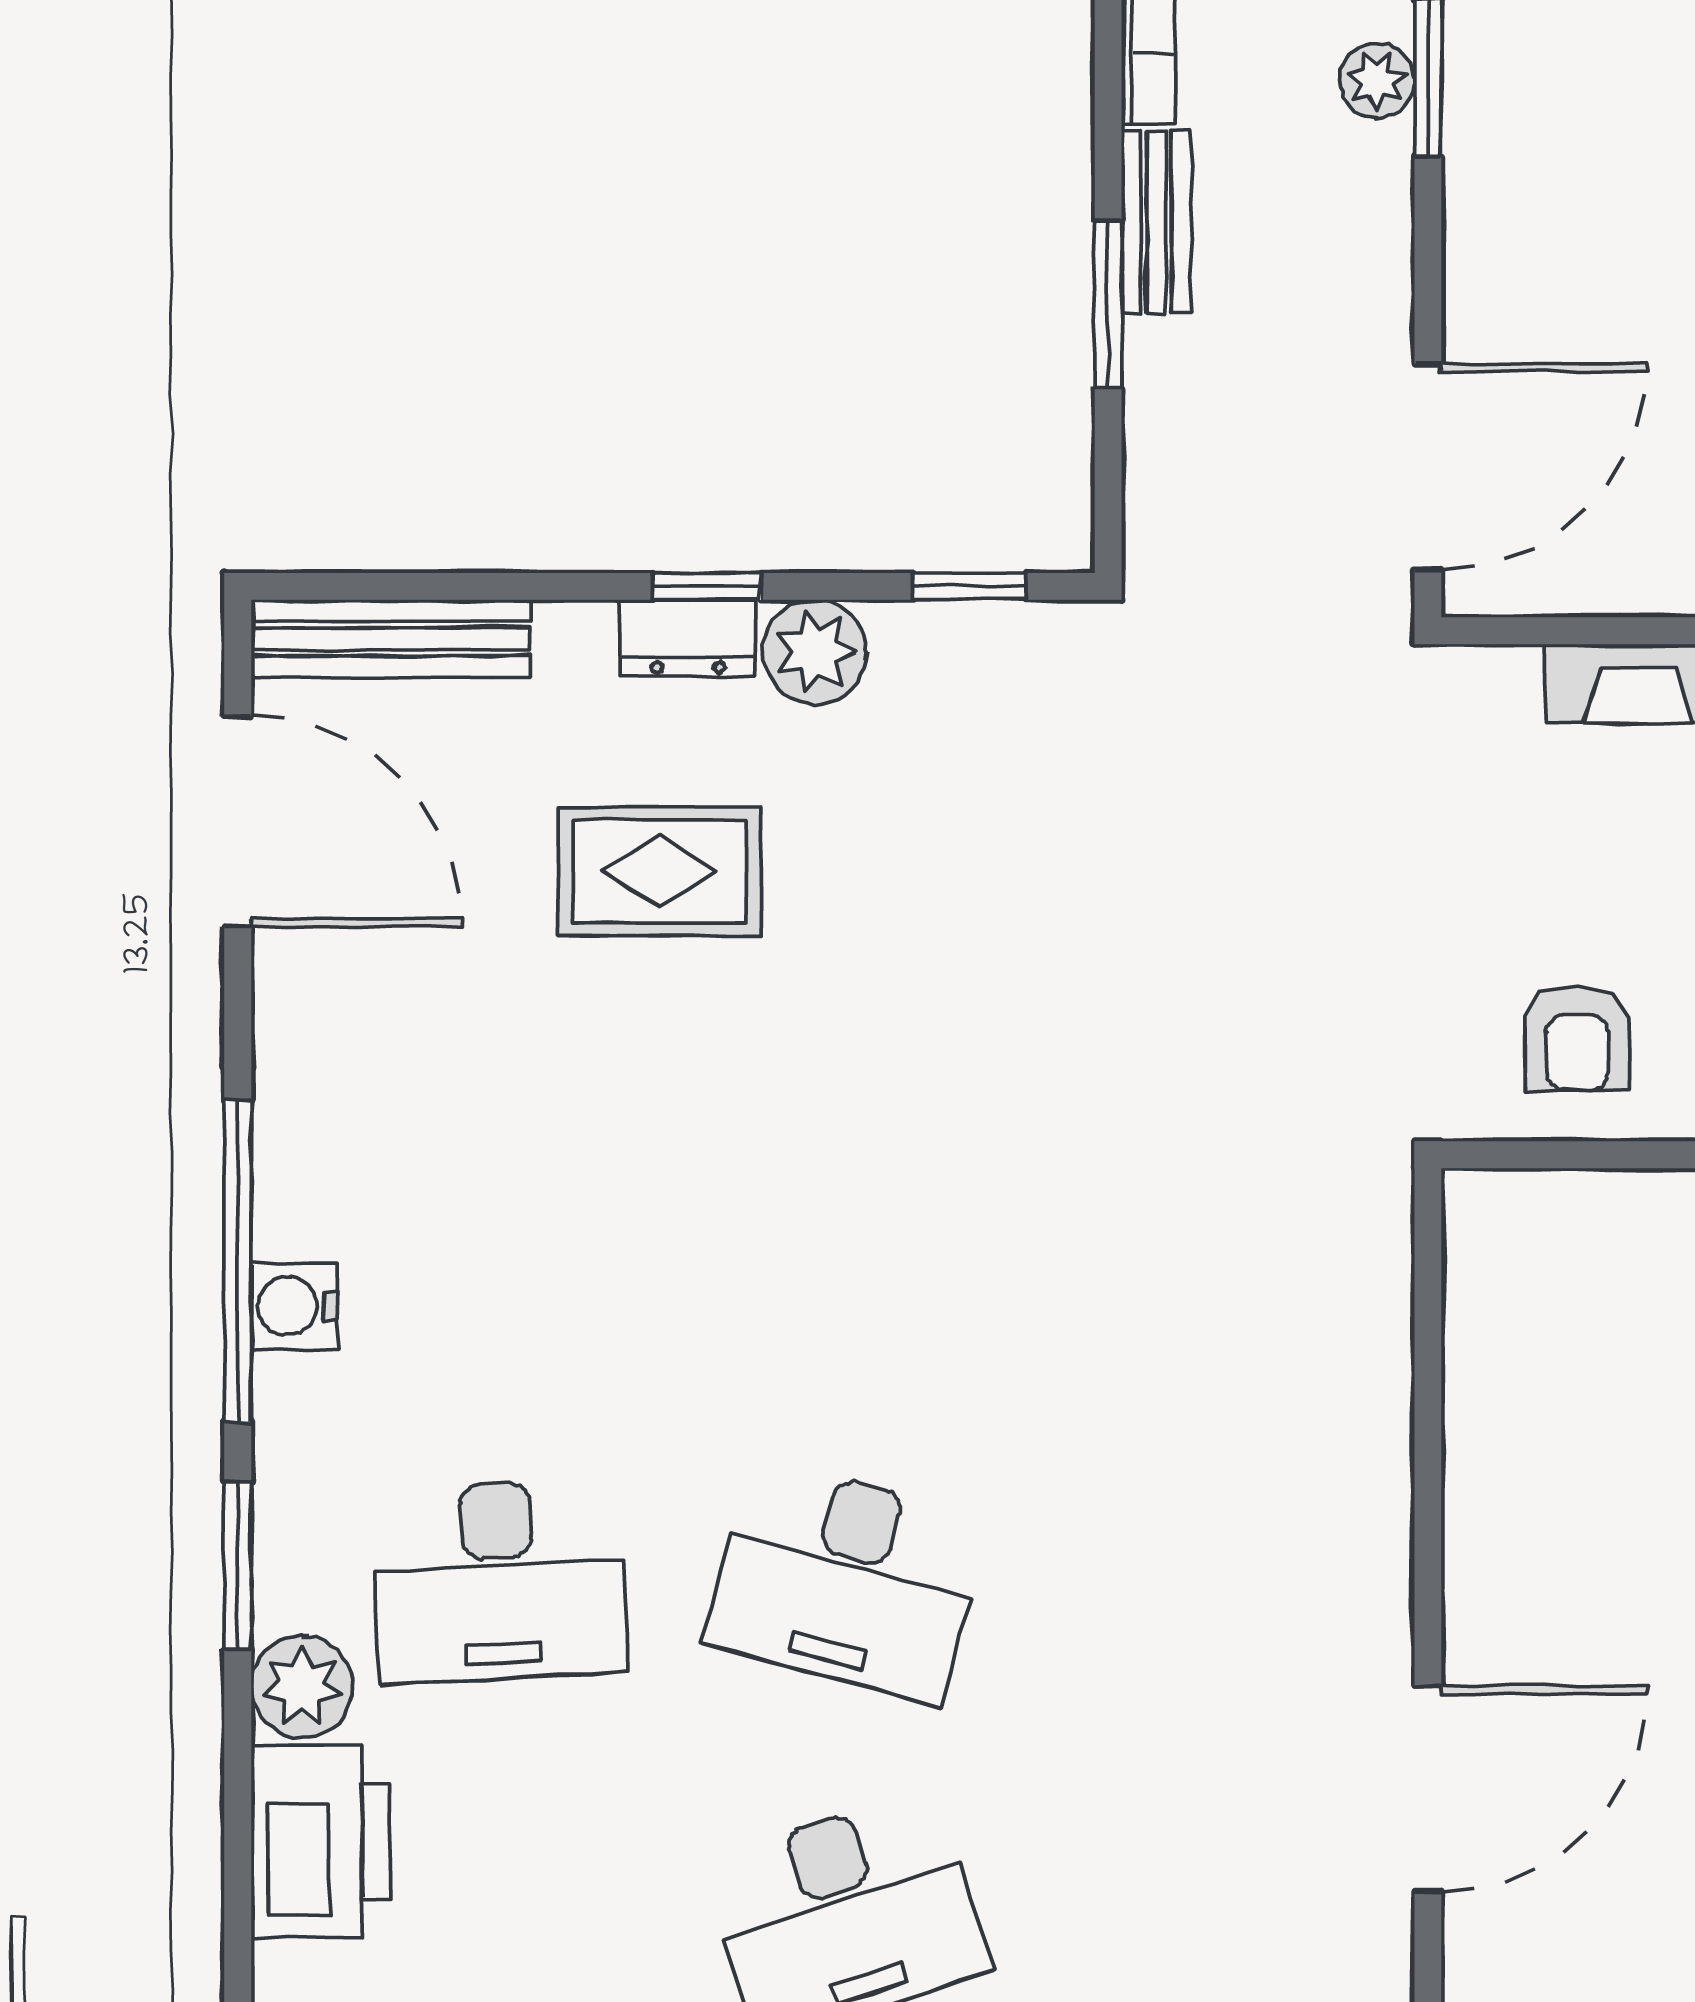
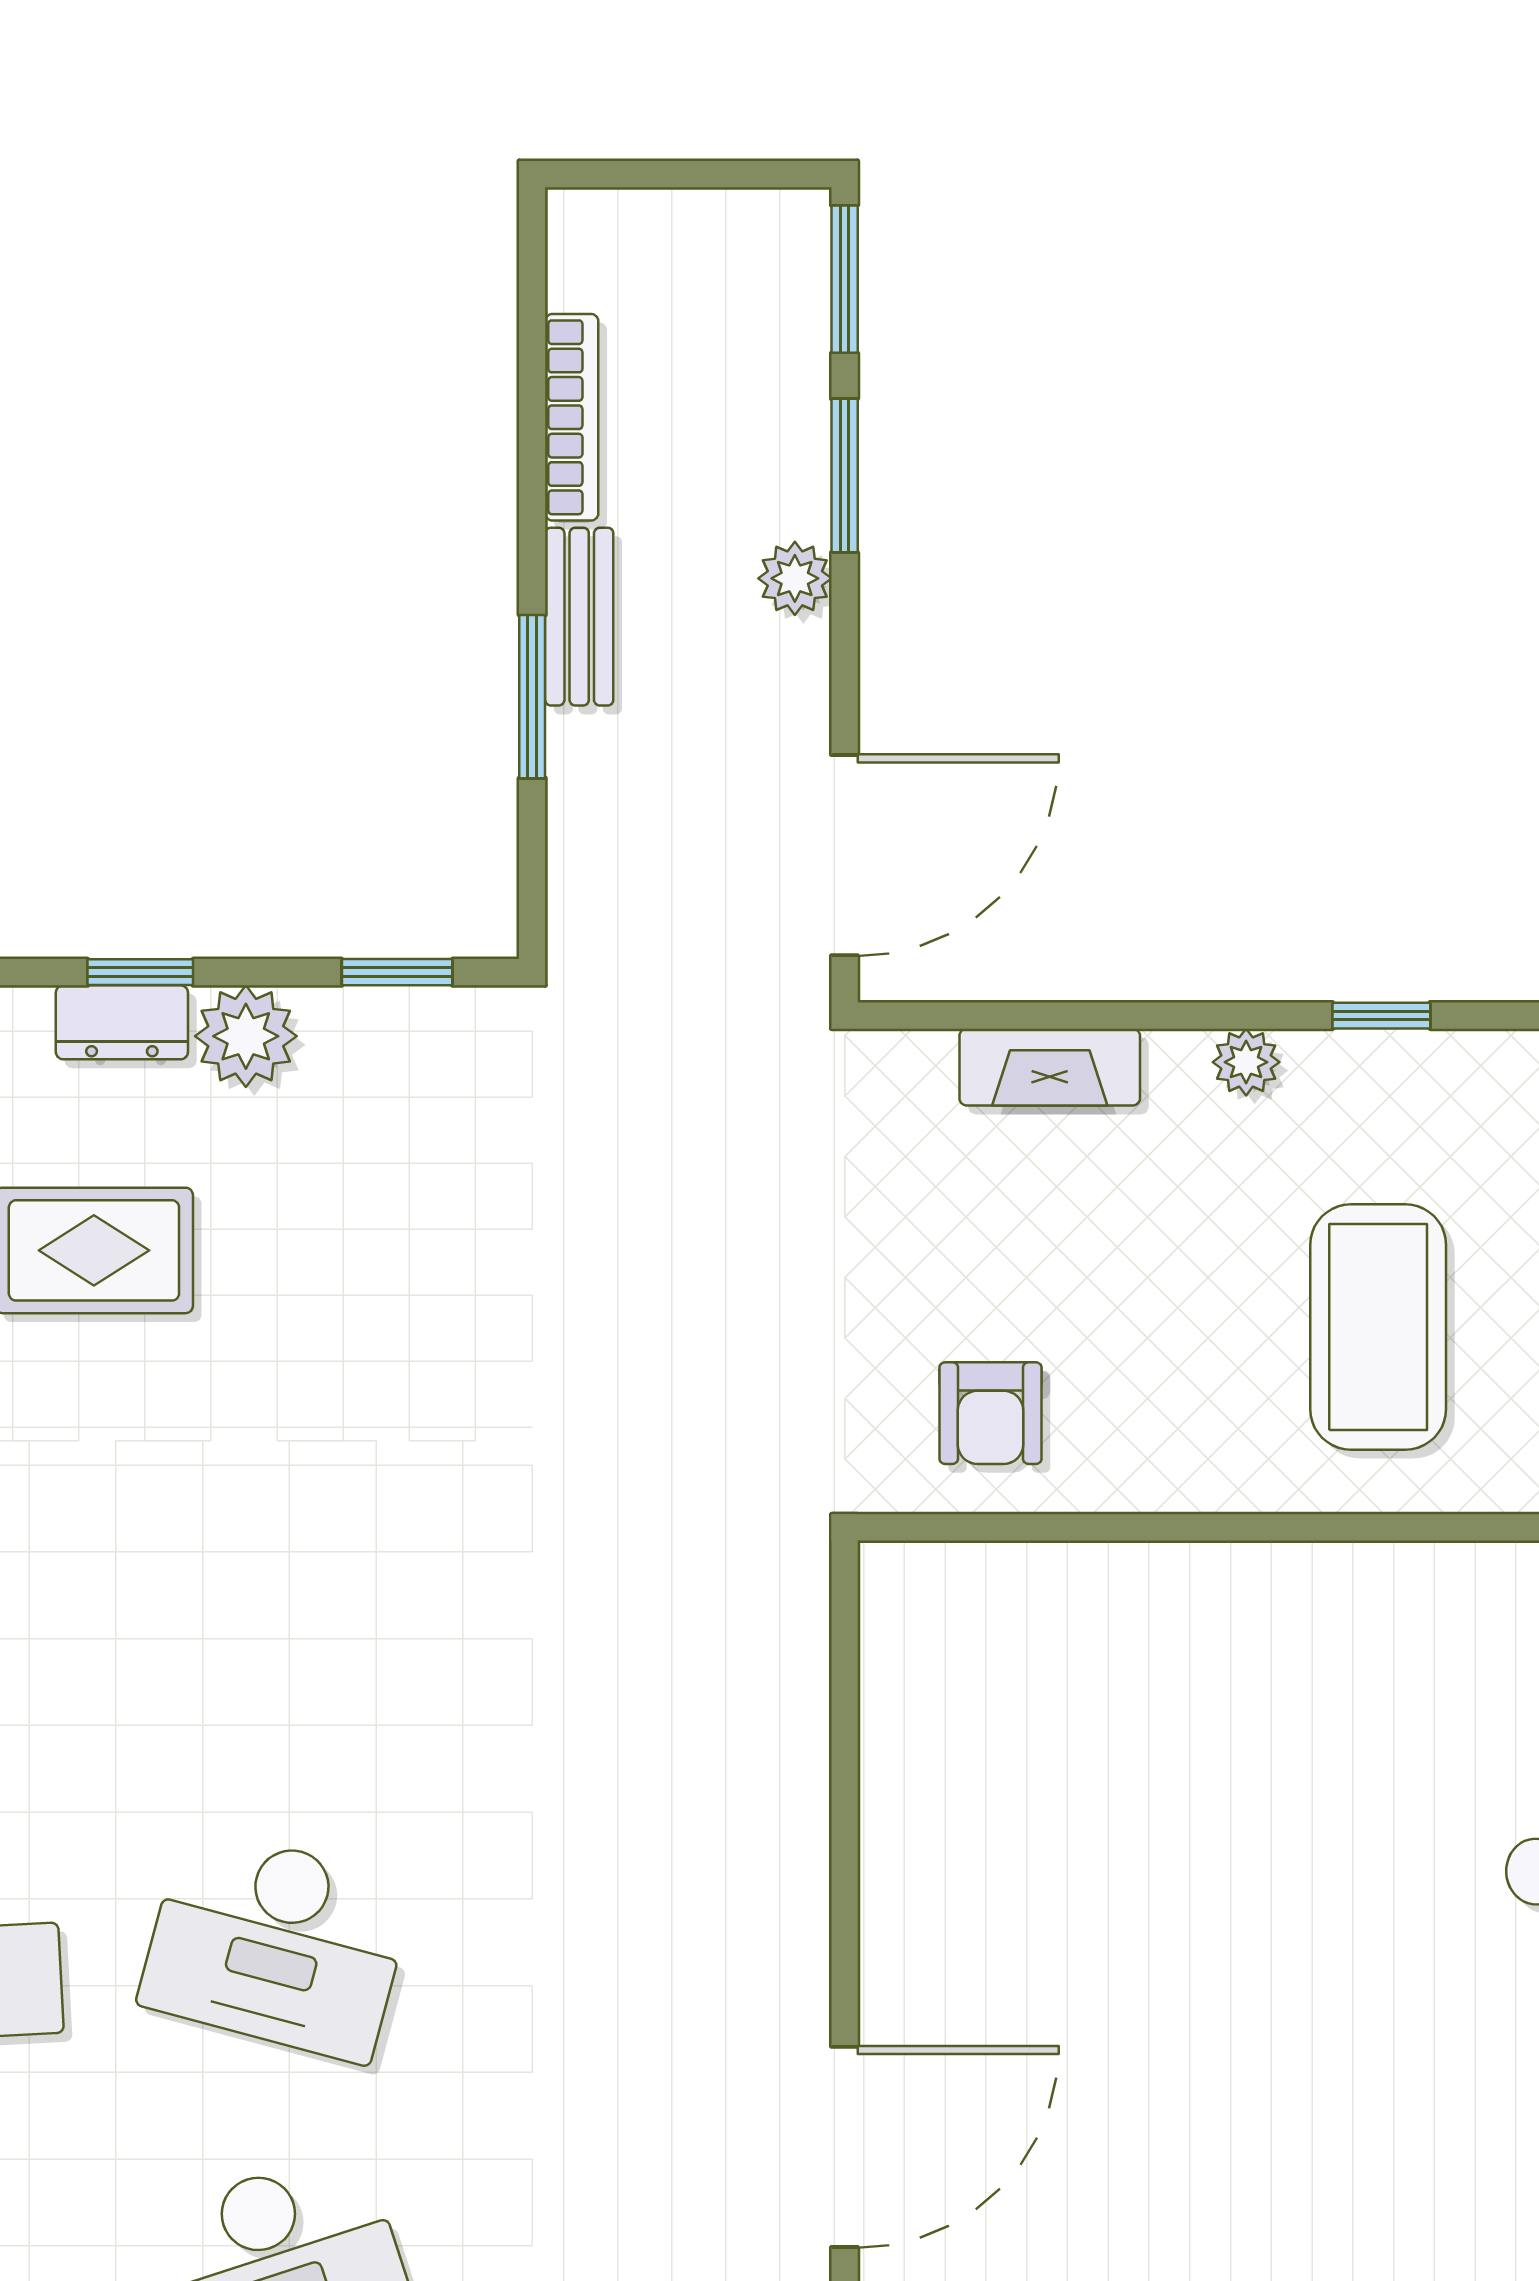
plant: (1377, 80) -> (795, 578), moved

